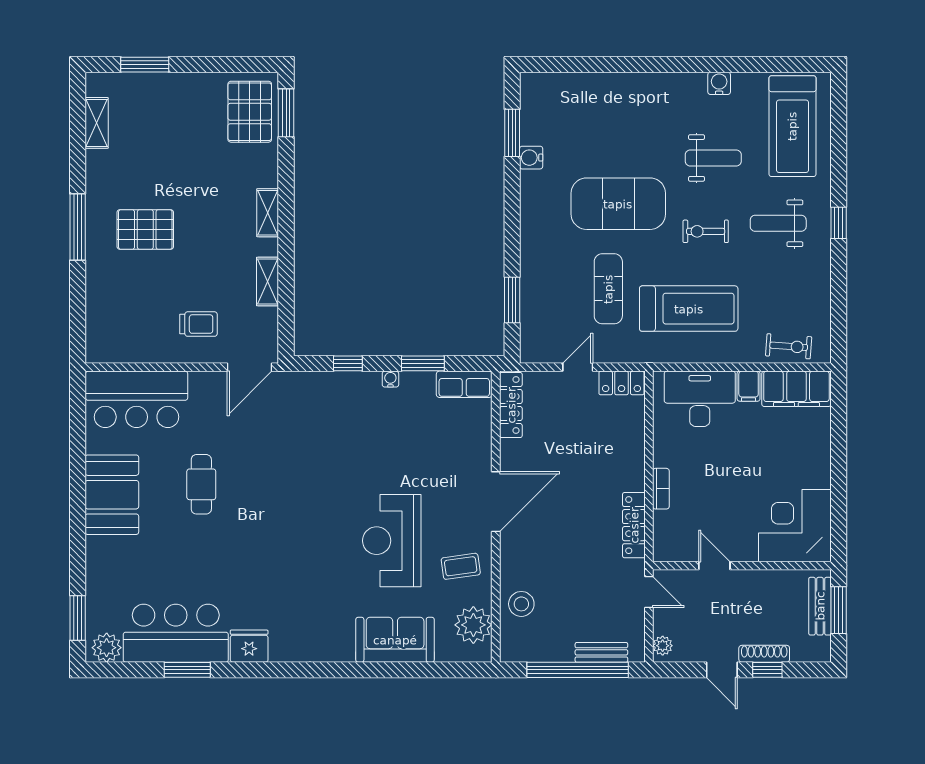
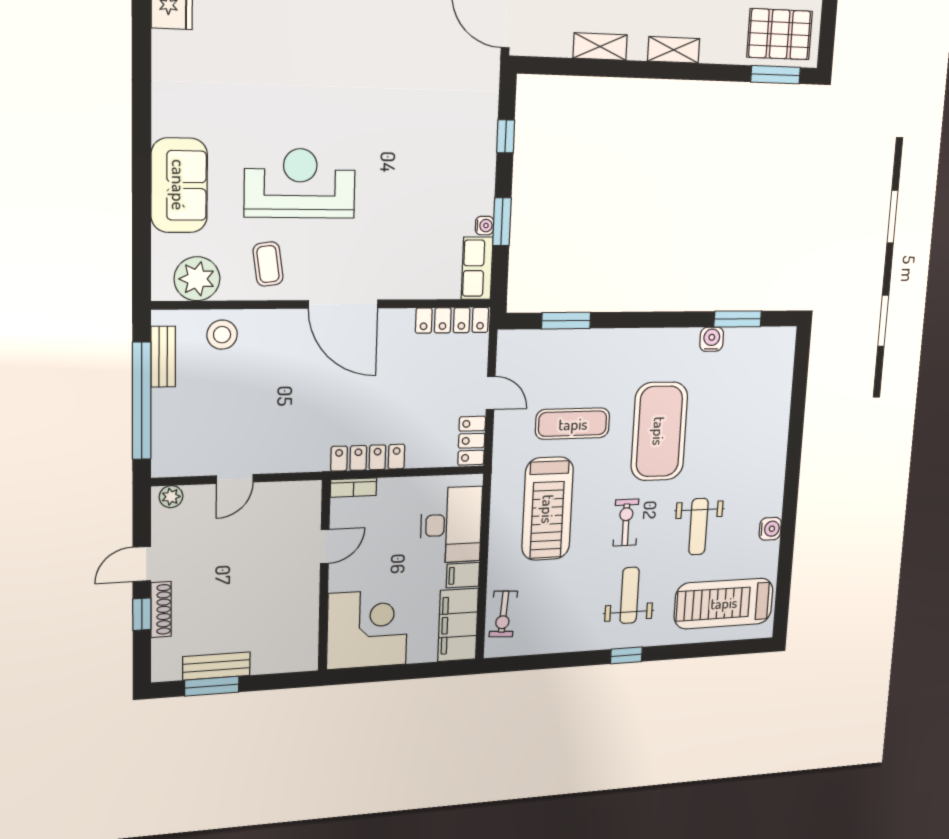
water cooler: (390, 379) -> (485, 226), moved
locker: (634, 525) -> (368, 458), moved
corner desk: (795, 526) -> (367, 629), moved
door: (714, 566) -> (325, 547), moved
wall: (742, 566) -> (324, 576), moved
bench: (601, 652) -> (163, 357), moved

